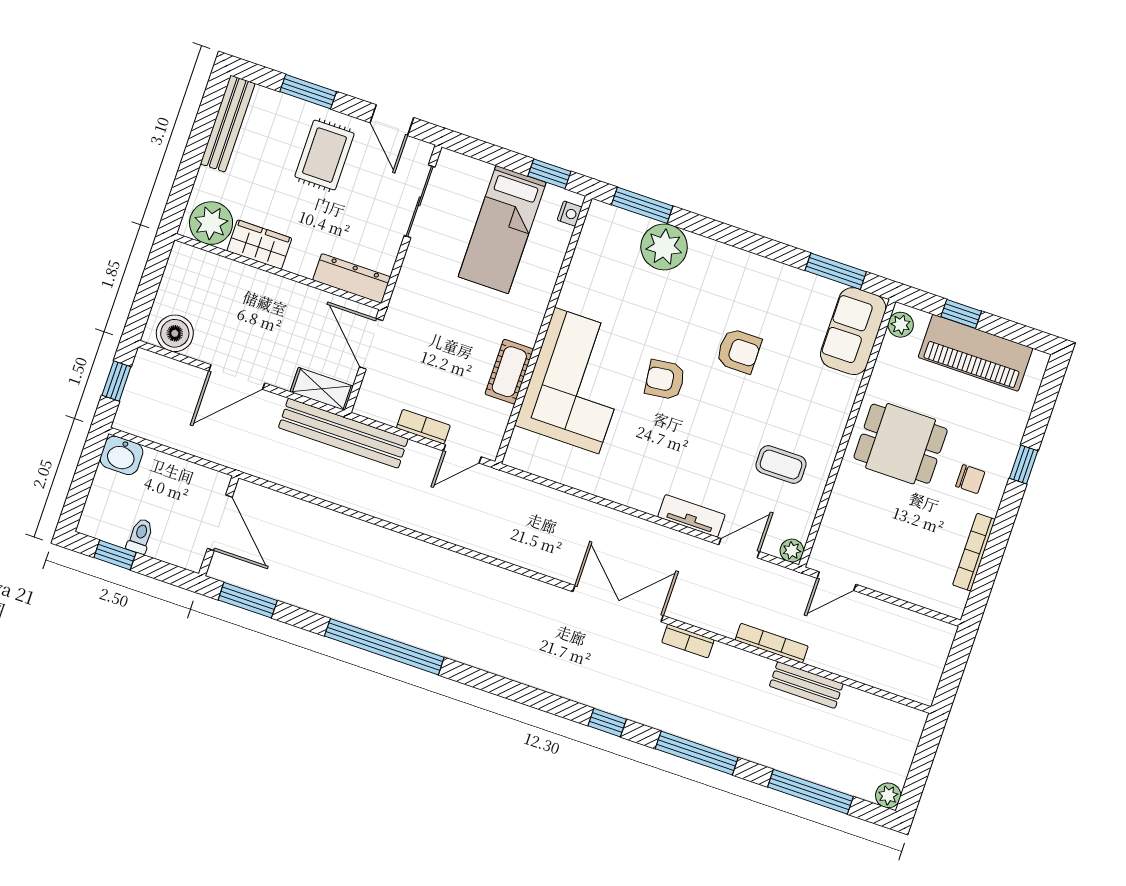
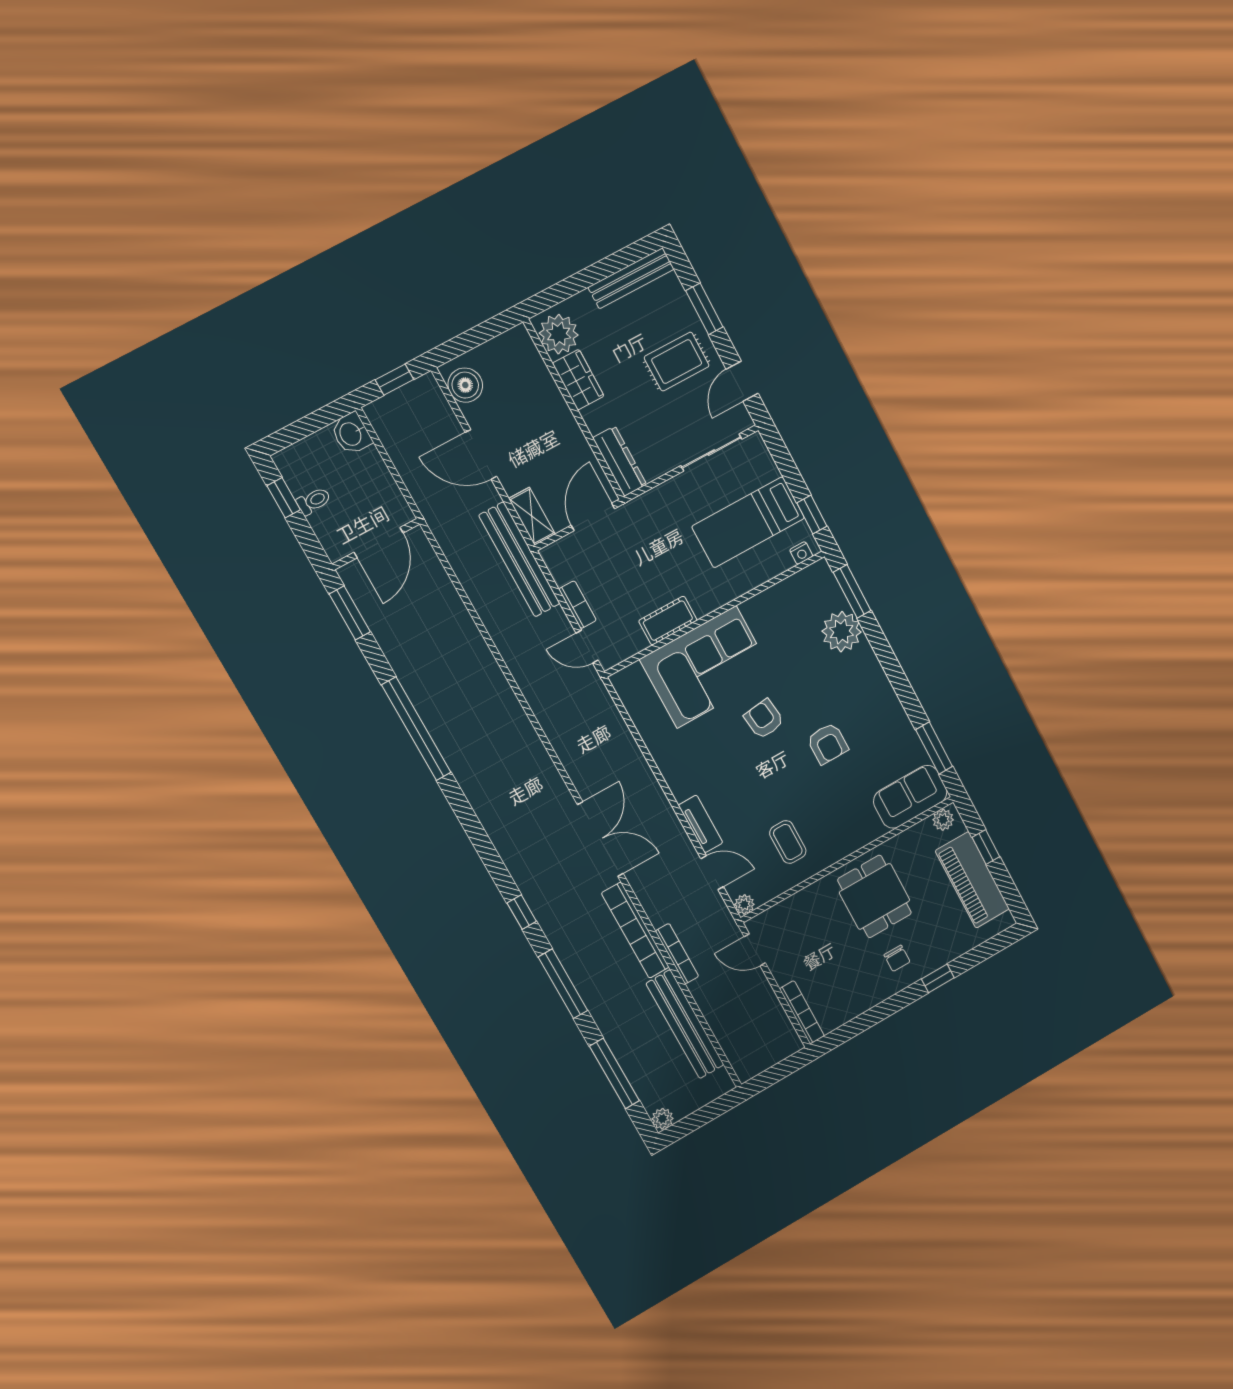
bookcase: (974, 552) -> (802, 1012), moved, turned 90
bookcase: (688, 641) -> (635, 930), width x2.31, depth x1.31
bench: (806, 685) -> (685, 1024), width x1.86, depth x1.21

